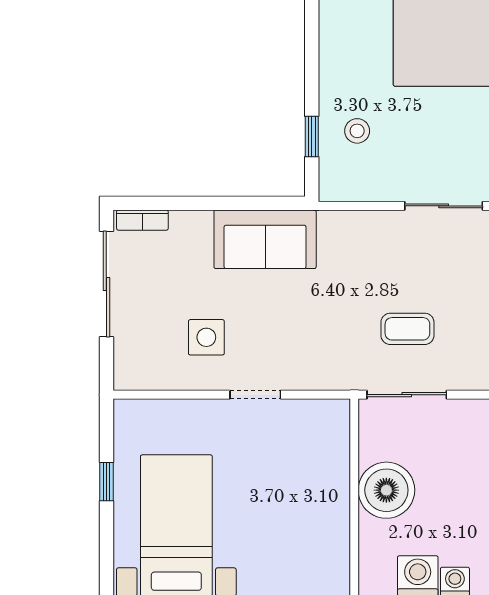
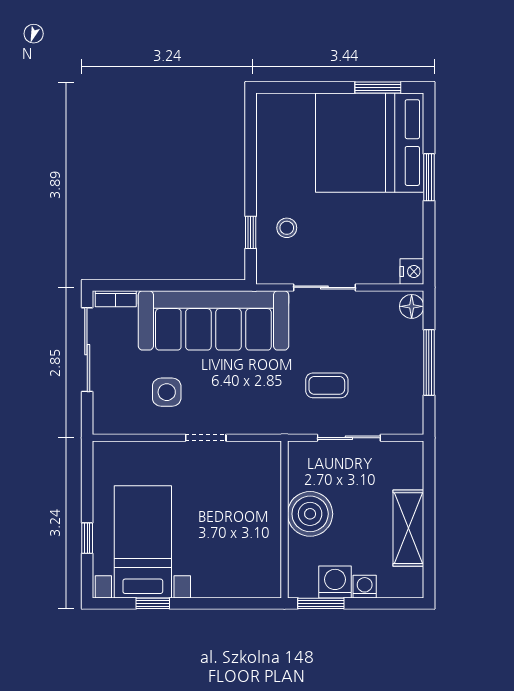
sliding door: (444, 206) -> (324, 287), moved
sofa: (265, 239) -> (213, 320), width x1.85, depth x1.27
sliding door: (407, 395) -> (349, 438), moved
window: (106, 482) -> (87, 538), moved

